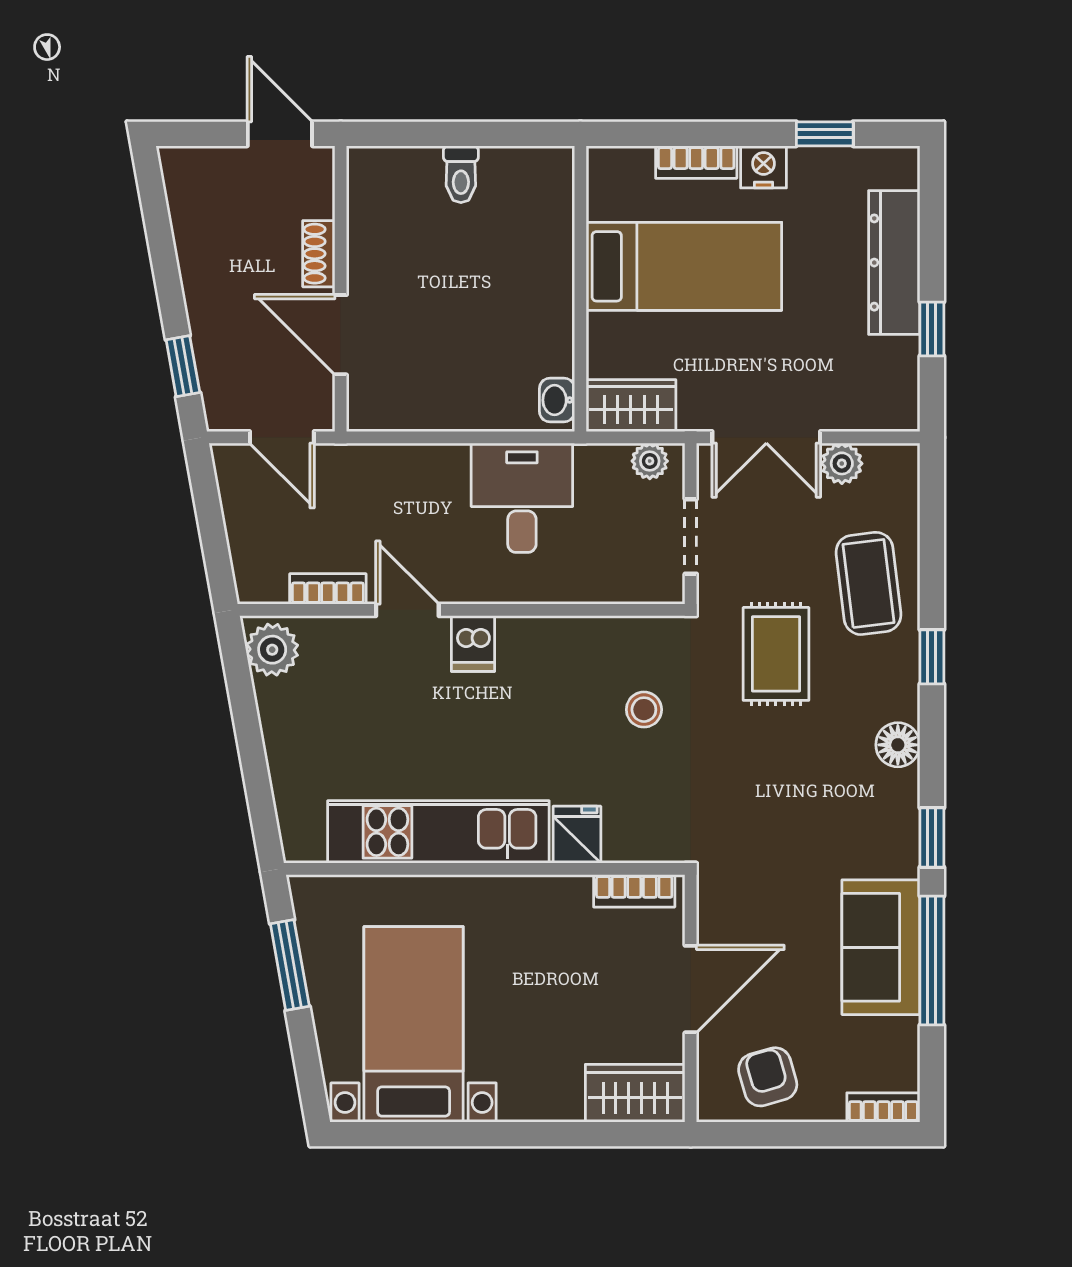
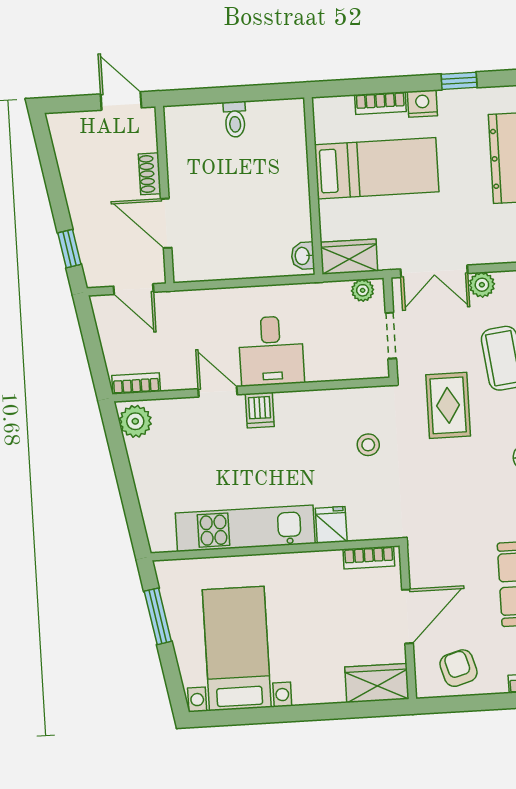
desk: (522, 498) -> (271, 351), moved, turned 180
bookcase: (328, 589) -> (136, 383), moved

